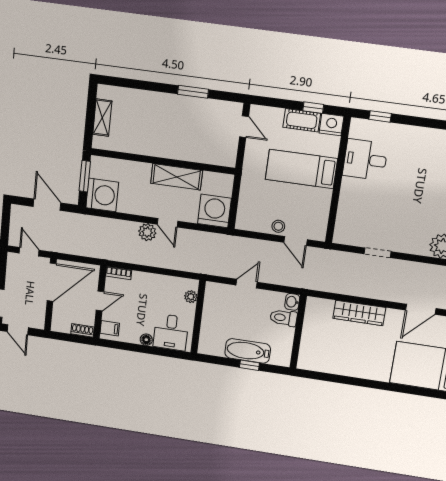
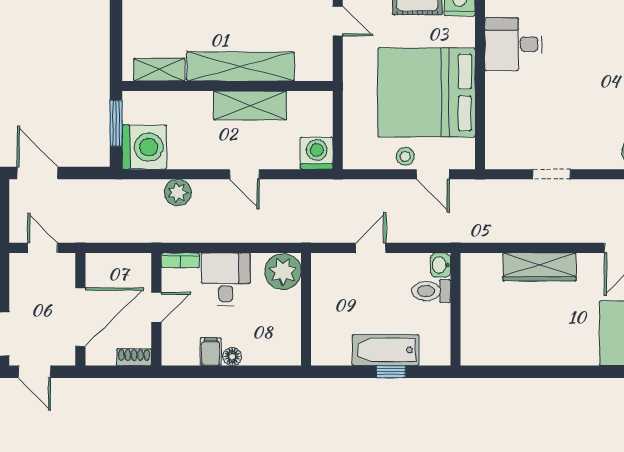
shelving: (102, 118) -> (159, 70), moved, turned 90
shelving: (173, 149) -> (241, 67), added
bed: (301, 169) -> (426, 92), width x2.04
door: (47, 205) -> (38, 173), moved
washing machine: (214, 211) -> (317, 153), width x0.73, depth x0.73
plant: (147, 232) -> (178, 193), moved
door: (52, 282) -> (80, 317), moved
plant: (191, 297) -> (283, 271), width x1.88, depth x1.88
filing cabinet: (110, 328) -> (211, 352), moved, turned -90
desk: (171, 332) -> (226, 279), moved, turned 180

